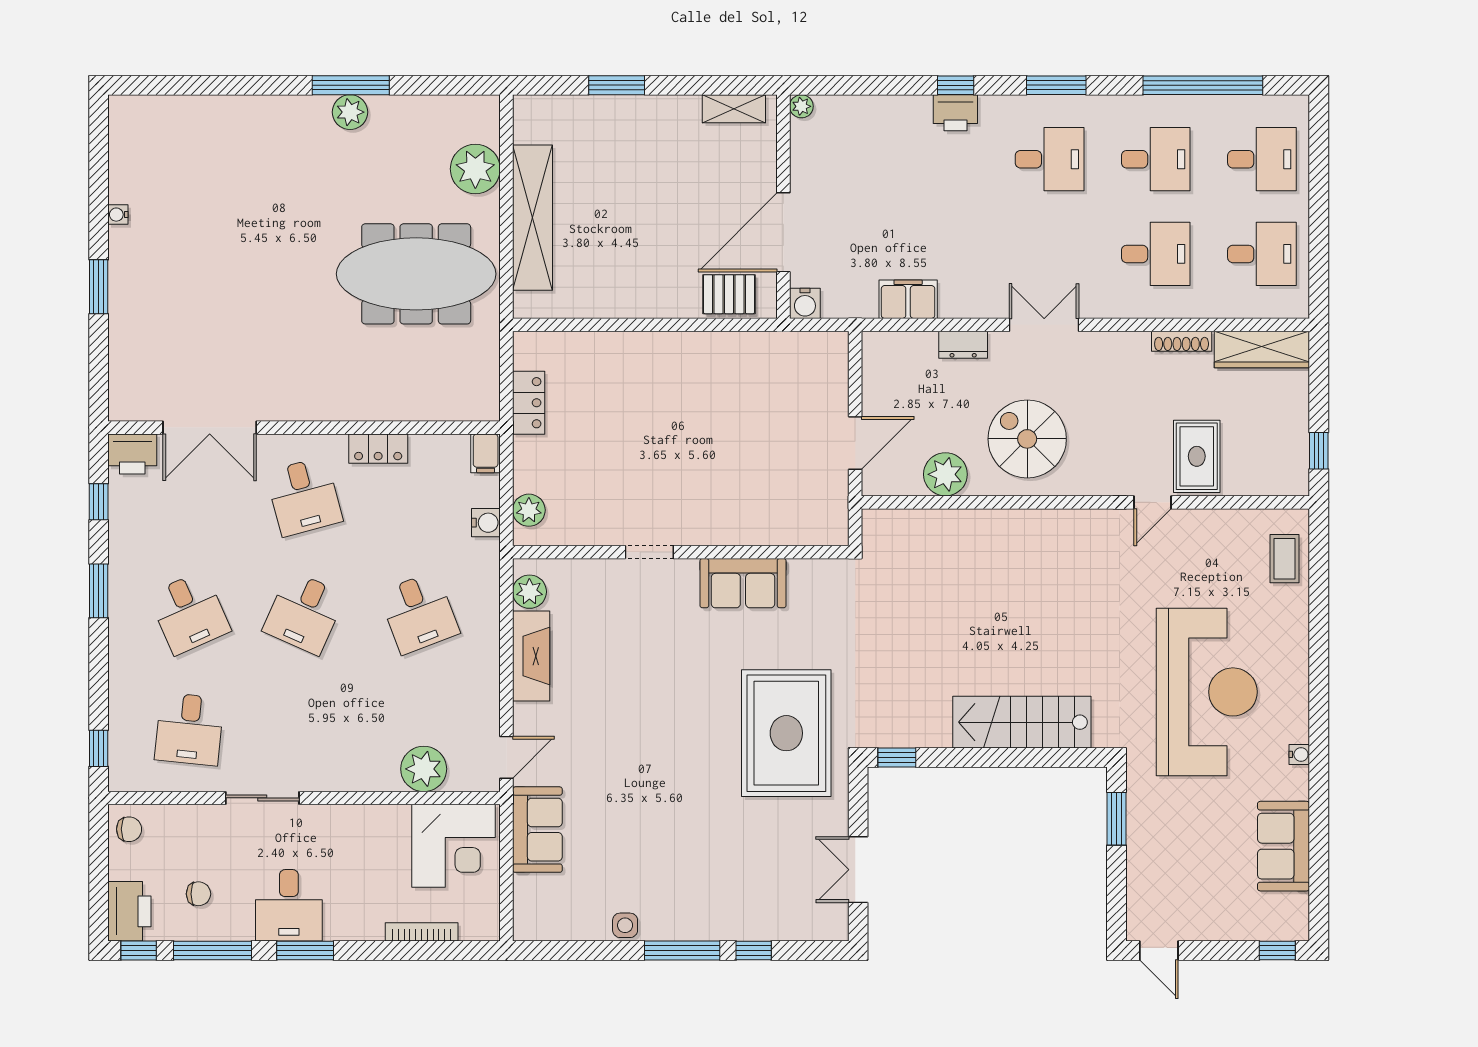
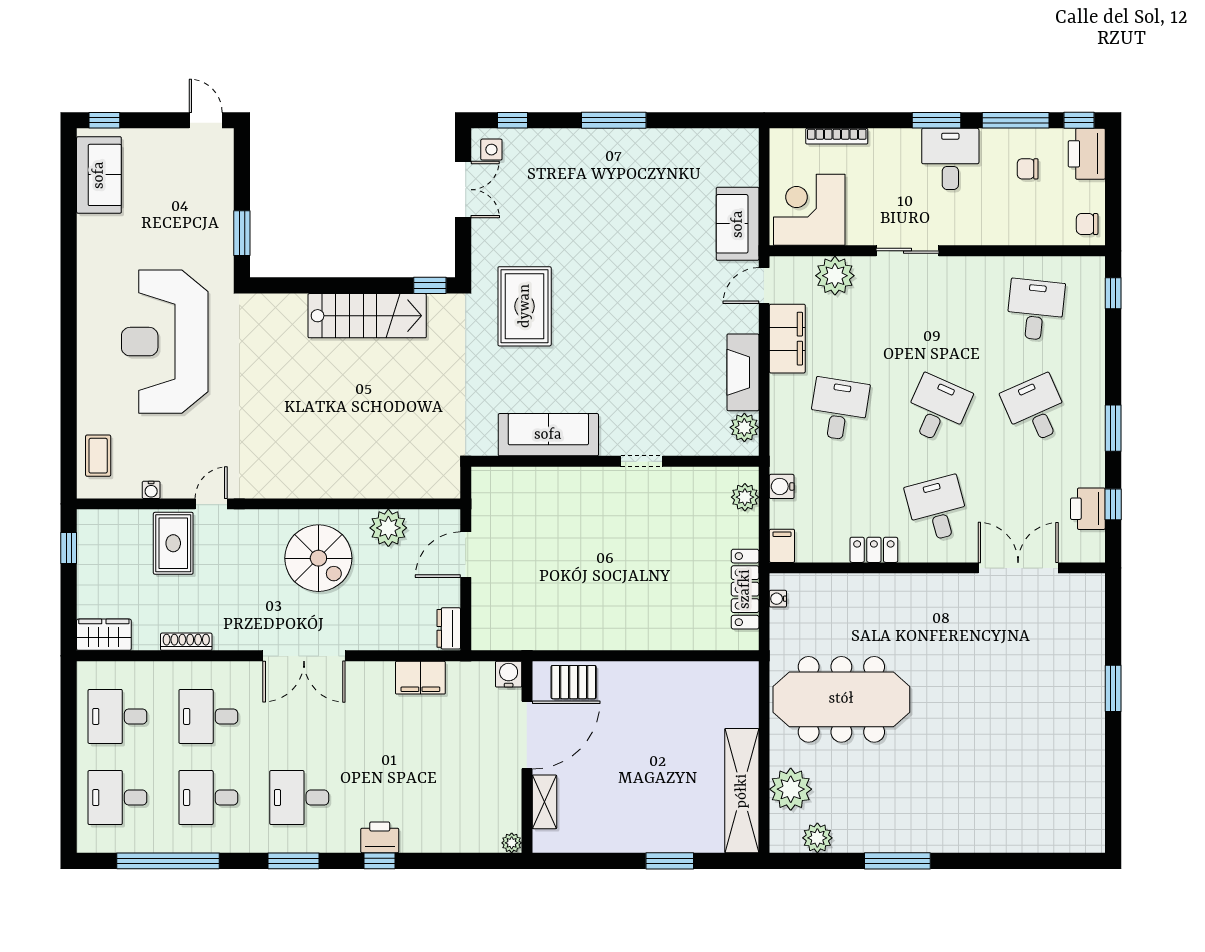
shelving: (734, 109) -> (544, 802), moved, turned 90
plant: (350, 112) -> (817, 838), moved
water cooler: (118, 215) -> (778, 599), moved, turned 180
shelving: (532, 218) -> (742, 791), moved
double door: (1044, 325) -> (304, 656), width x1.37
dresser: (963, 345) -> (449, 628), moved, turned -90
wardrobe: (1262, 349) -> (104, 635), width x0.67
locker: (529, 403) -> (745, 589), width x1.53
printer: (132, 454) -> (1088, 509), moved, turned -90
sofa: (743, 583) -> (548, 435), width x1.36
desk: (419, 613) -> (839, 409), turned 30
filing cabinet: (479, 695) -> (787, 339), added
stairs: (1022, 722) -> (367, 316), moved
rug: (786, 733) -> (525, 306), width x0.73, depth x0.69
water cooler: (1299, 754) -> (151, 490), moved, turned -90
sliding door: (262, 798) -> (908, 251), moved
sofa: (1284, 846) -> (99, 175), moved
side table: (625, 925) -> (491, 150), moved
window: (754, 951) -> (512, 120), moved

